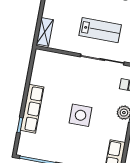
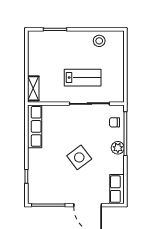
row of seats: (32, 109) -> (35, 126), moved
side table: (81, 115) -> (79, 157), turned -37

